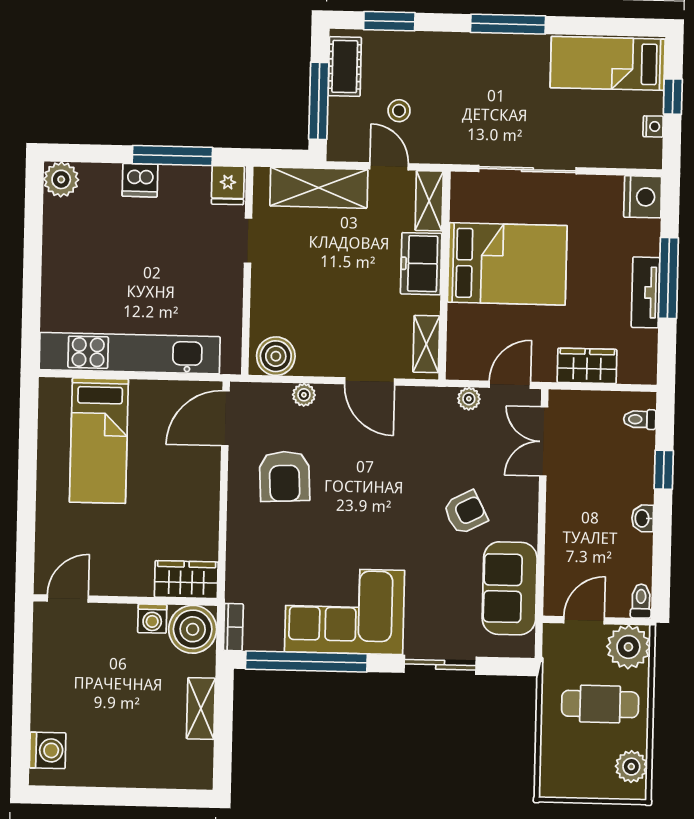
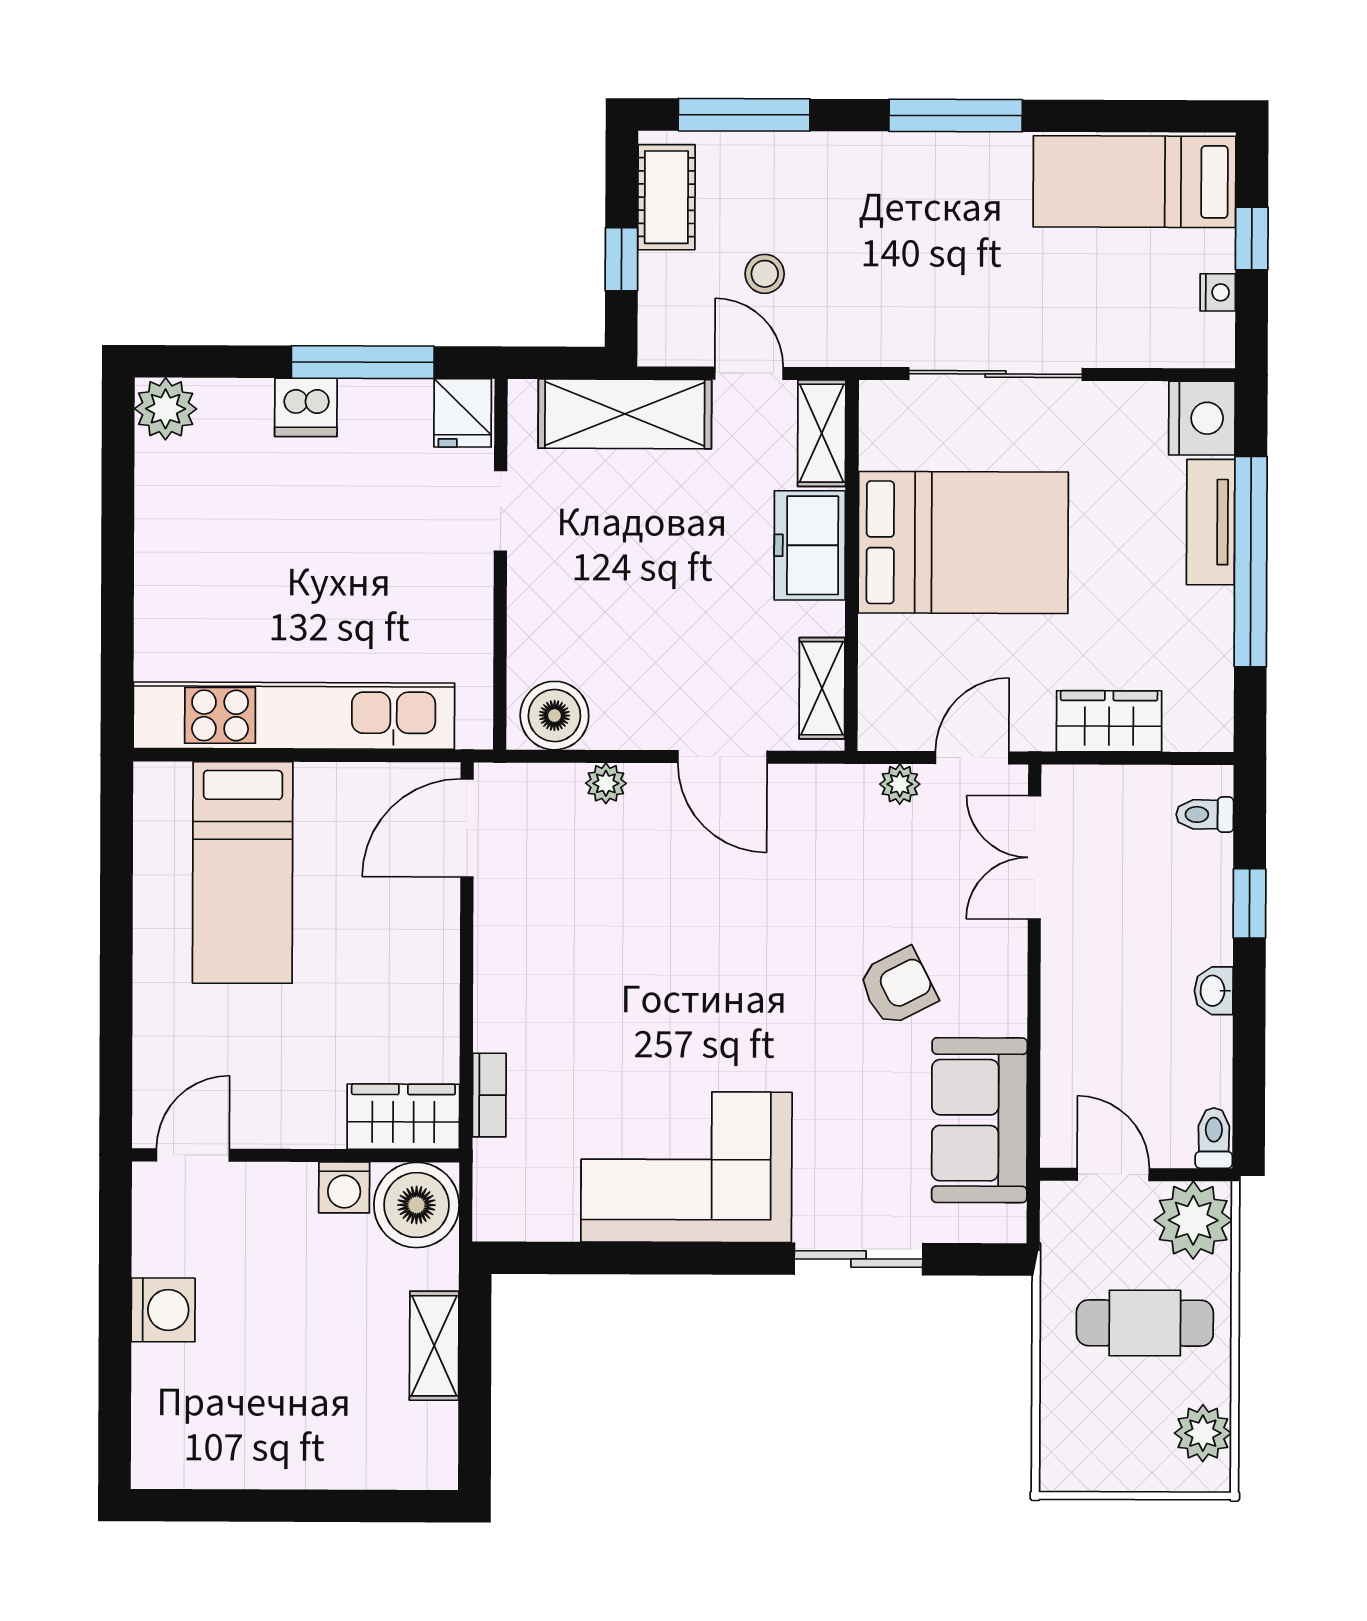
window: (389, 21) -> (744, 115), width x1.44
window: (319, 101) -> (621, 259), width x0.46
window: (668, 278) -> (1251, 562), width x1.46
tv unit: (645, 292) -> (1211, 522), moved
armchair: (284, 476) -> (574, 929), removed
door: (584, 620) -> (1113, 1174), hinge flipped
bookcase: (233, 627) -> (489, 1095), moved
window: (306, 662) -> (620, 1258), removed
washing machine: (48, 750) -> (163, 1310), moved

